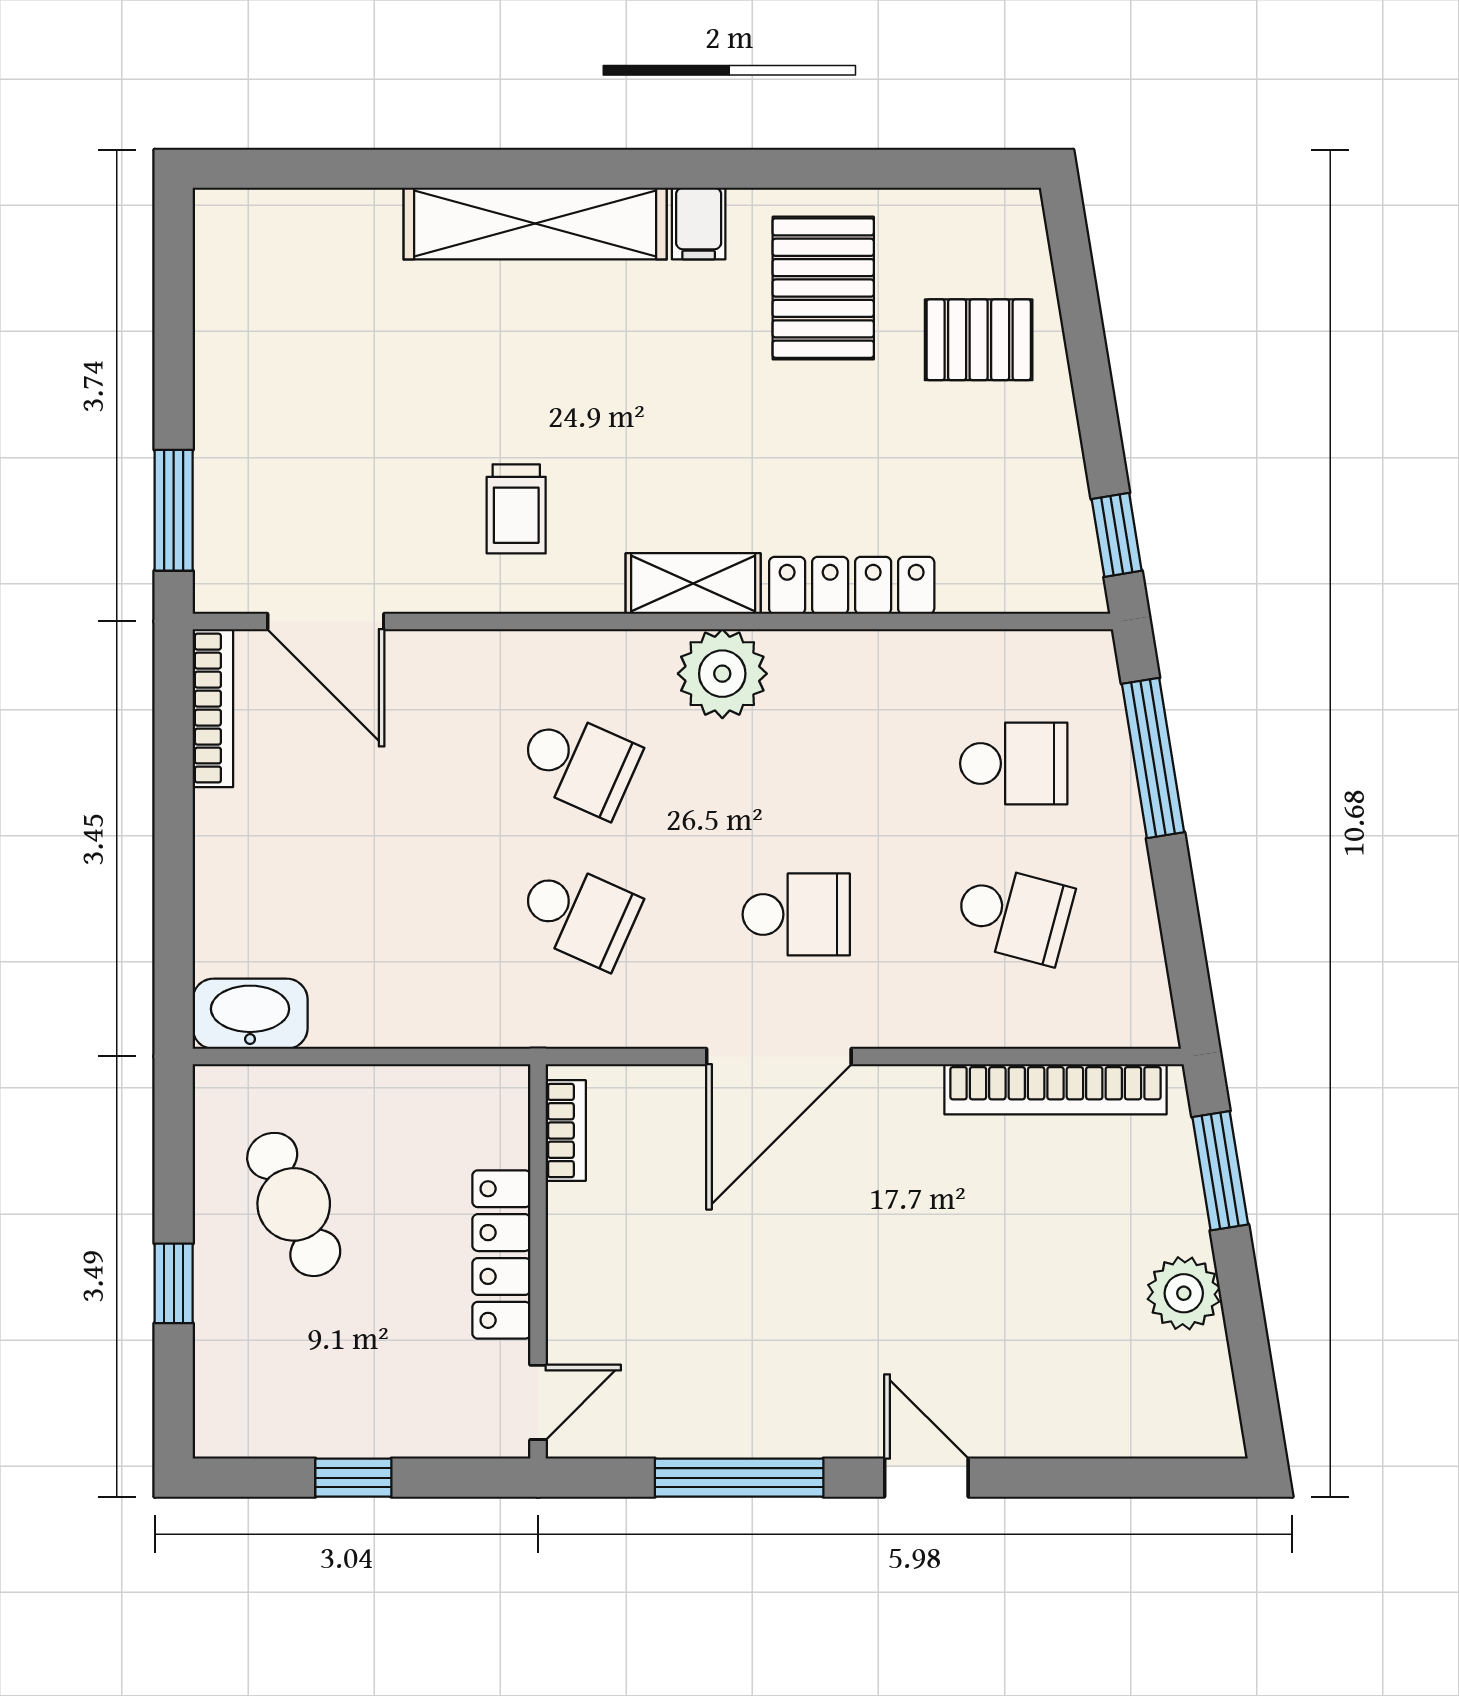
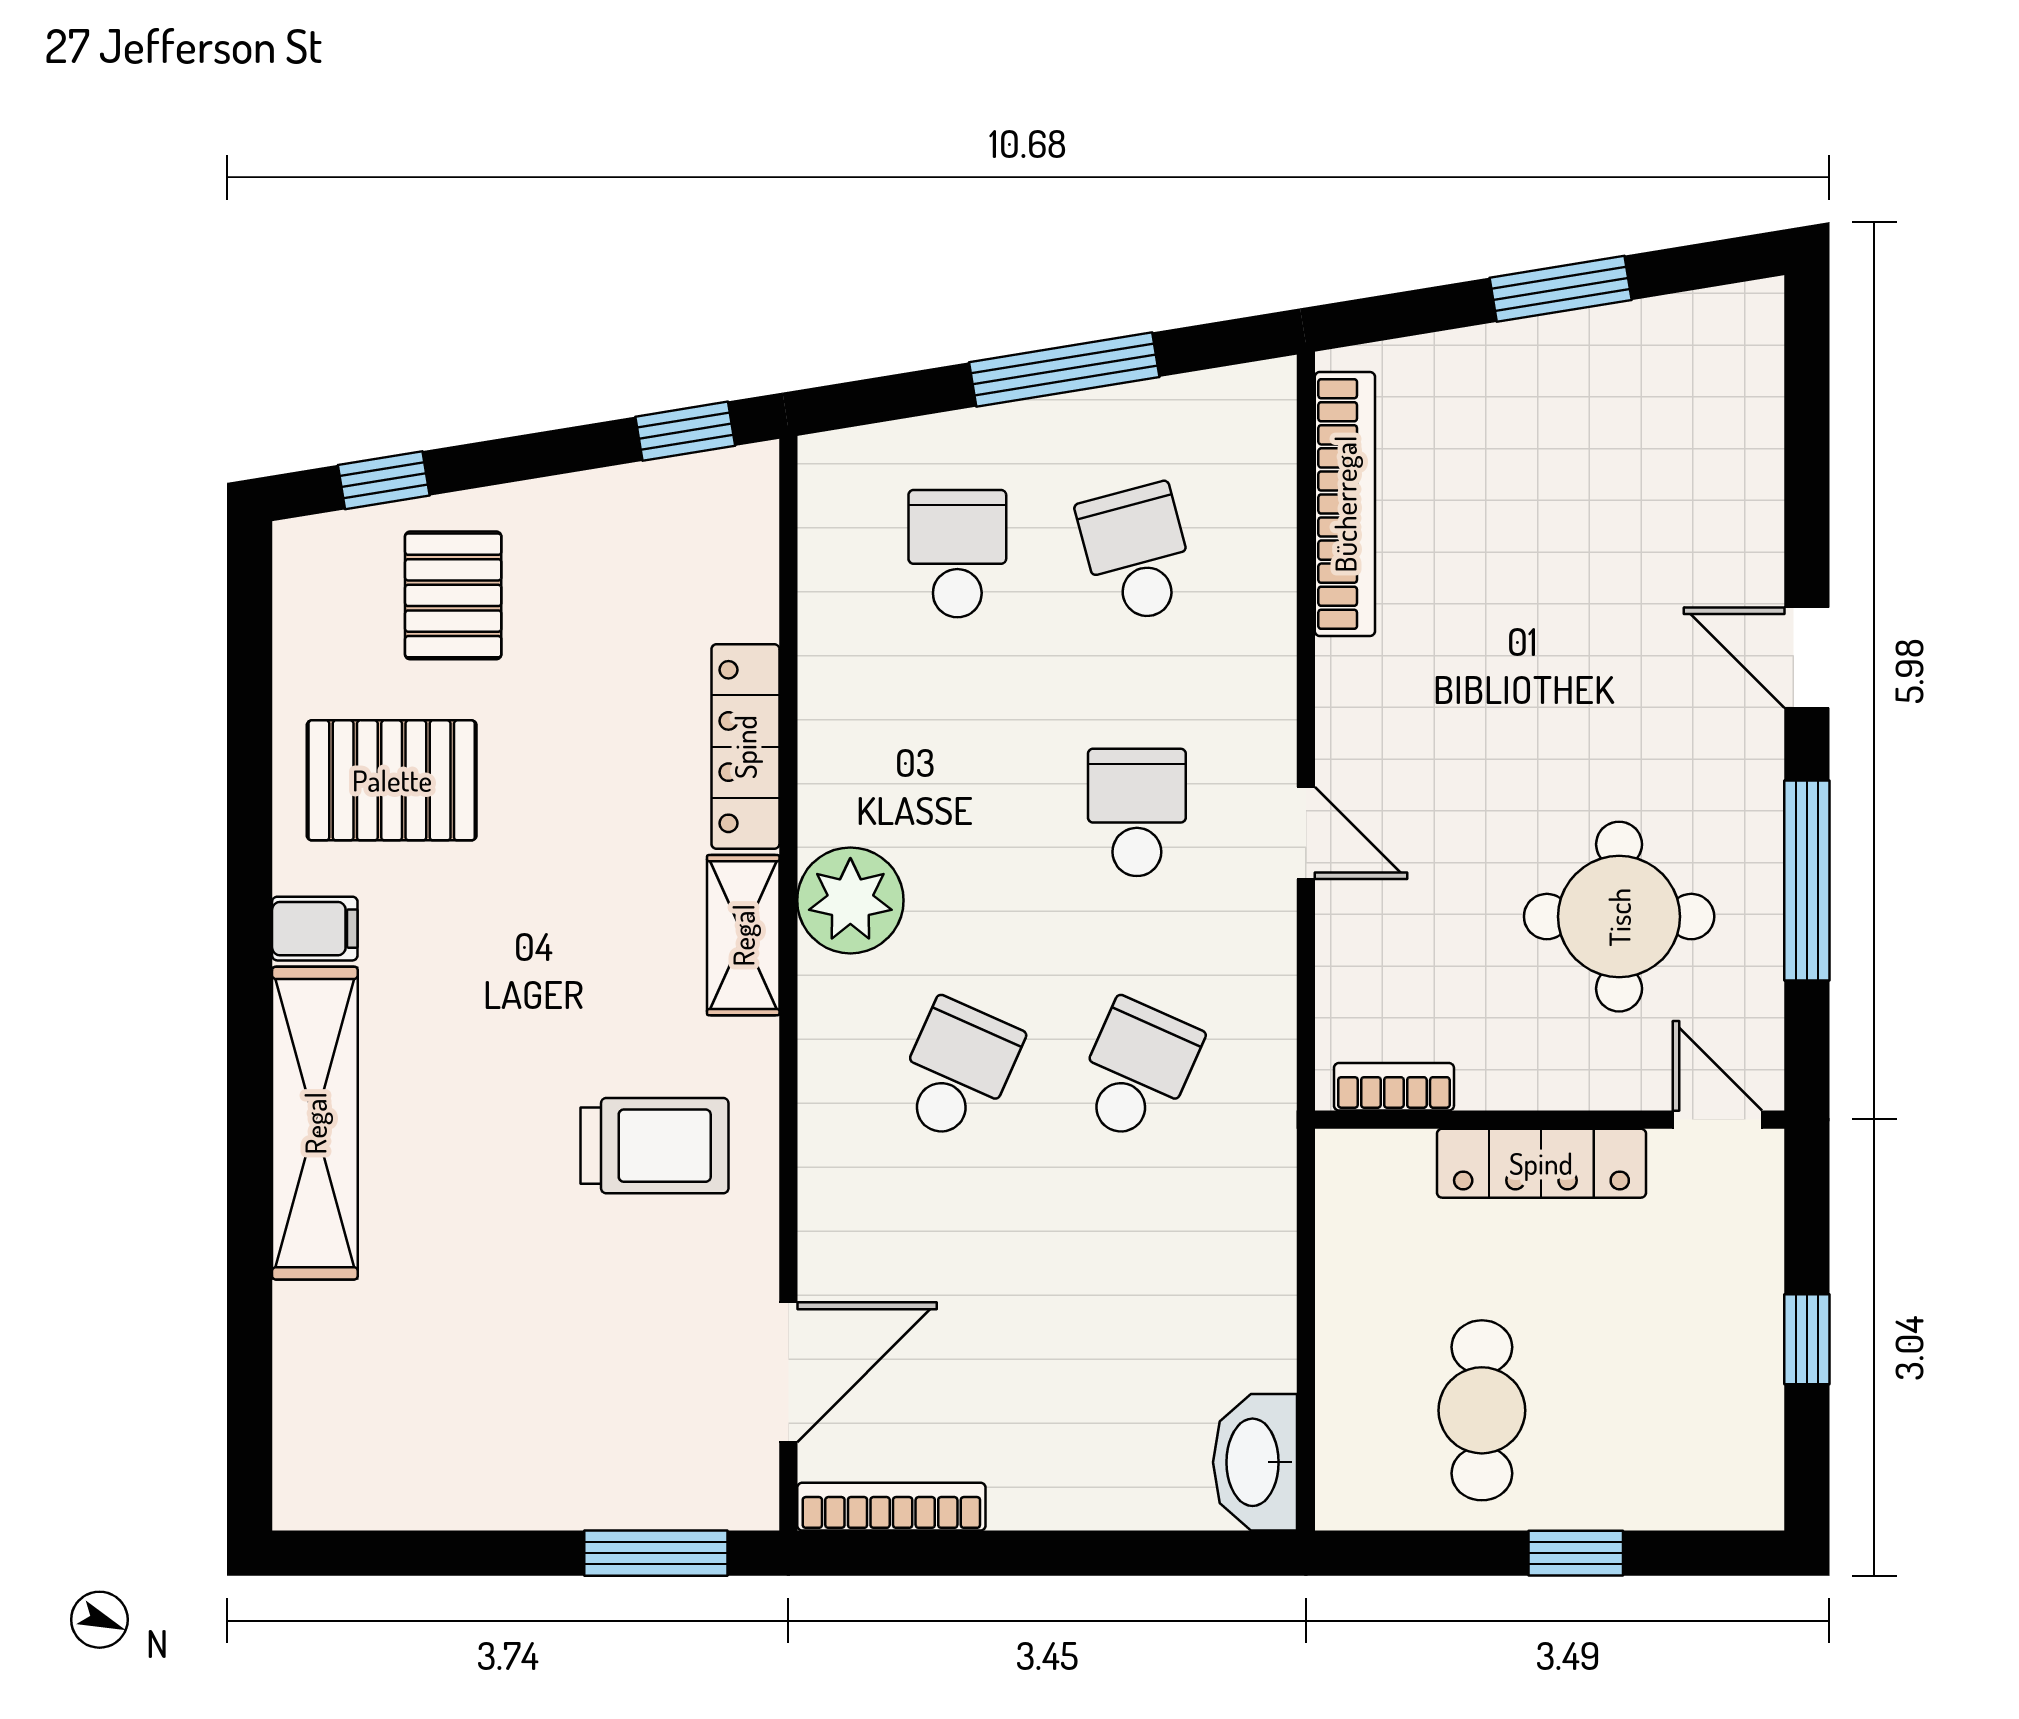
window: (1075, 281) -> (384, 480), added
trolley: (516, 509) -> (654, 1146), width x1.36, depth x1.39
window: (1153, 758) -> (1064, 370), moved
school desk: (1014, 914) -> (1137, 554), turned -30
door: (779, 1056) -> (1306, 833), width x0.53
window: (1220, 1171) -> (1561, 289), moved
cafe table: (294, 1204) -> (1482, 1410), turned -66
plant: (1184, 1293) -> (1588, 351), removed
round table: (709, 1320) -> (1619, 917), added
door: (926, 1478) -> (1807, 658), hinge flipped

